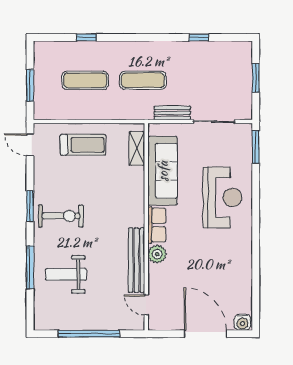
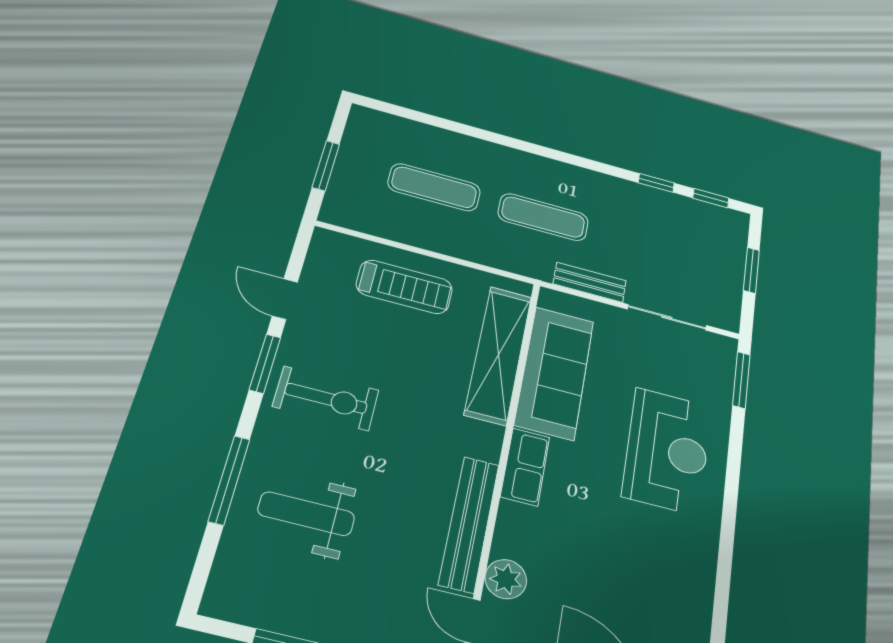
window: (86, 37) -> (711, 198), moved
door: (30, 145) -> (285, 299), moved
shelving: (137, 149) -> (498, 355), width x2.20, depth x1.33
plant: (157, 254) -> (506, 579), moved

